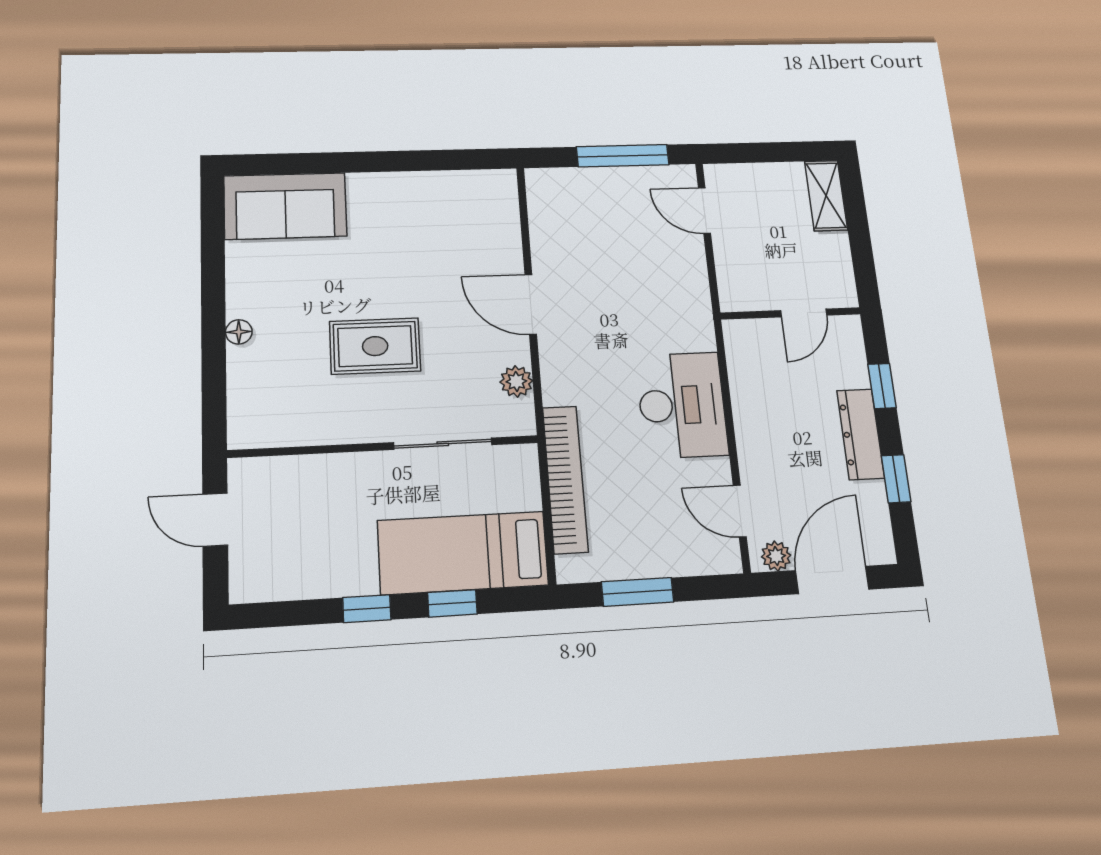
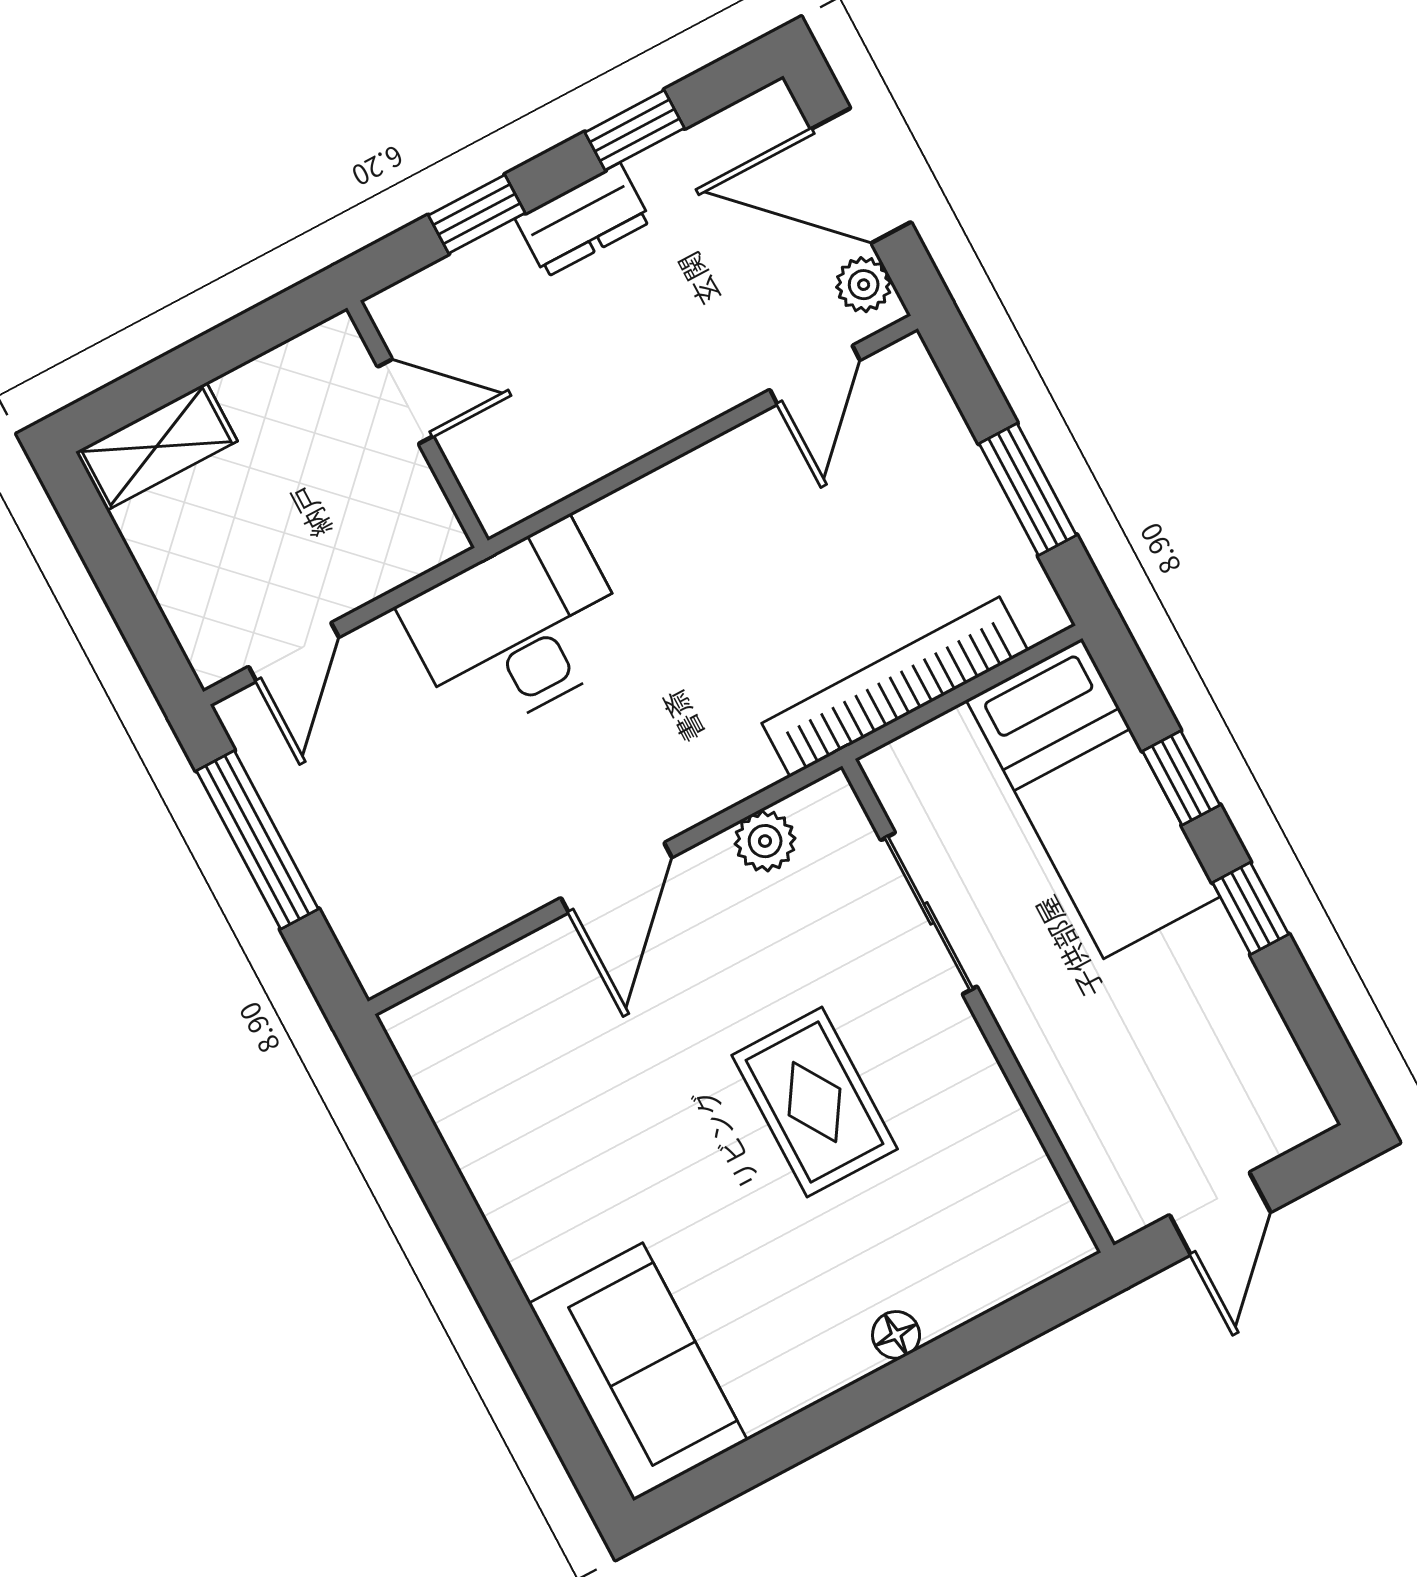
desk: (682, 405) -> (518, 629), moved
dresser: (861, 434) -> (583, 220), width x0.70

